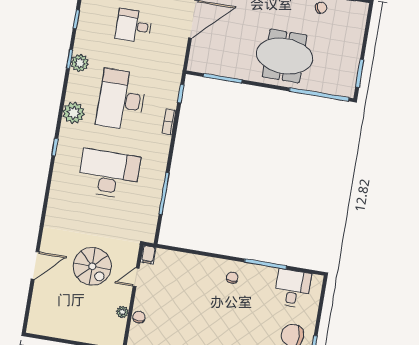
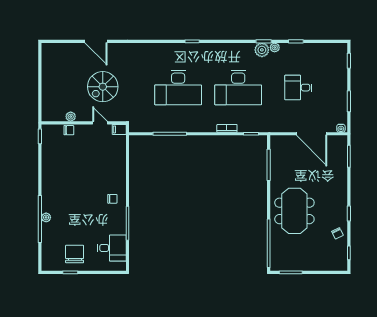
desk: (134, 26) -> (298, 88), turned -90
desk: (121, 100) -> (238, 88), turned 180
plant: (74, 113) -> (275, 47), moved, width x0.53, depth x0.53
desk: (109, 174) -> (178, 88), turned 90

